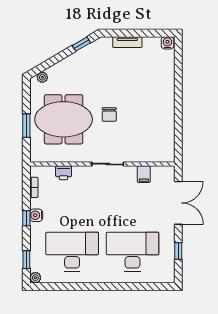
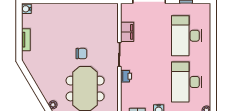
window: (81, 44) -> (27, 75), removed
printer: (64, 173) -> (126, 76), moved
filing cabinet: (144, 174) -> (127, 32), width x2.00

